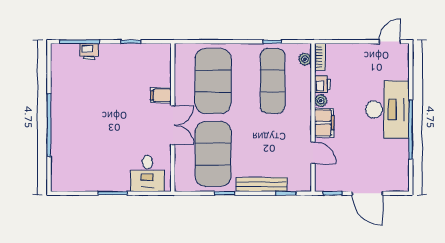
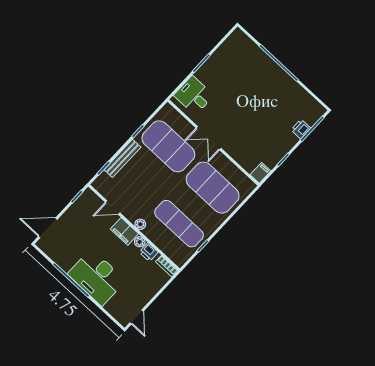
plant: (305, 59) -> (140, 224), moved
filing cabinet: (161, 95) -> (260, 173), moved
door: (367, 193) -> (48, 228), moved

